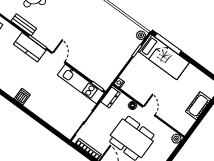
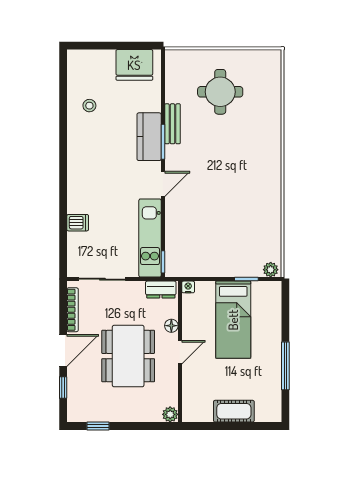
bench: (24, 25) -> (173, 124), moved
window: (168, 44) -> (285, 366), moved
bed: (164, 57) -> (233, 320), moved
dishwasher: (22, 97) -> (78, 223), moved

